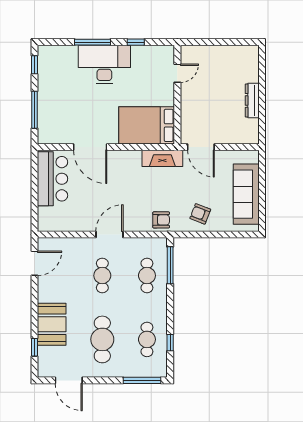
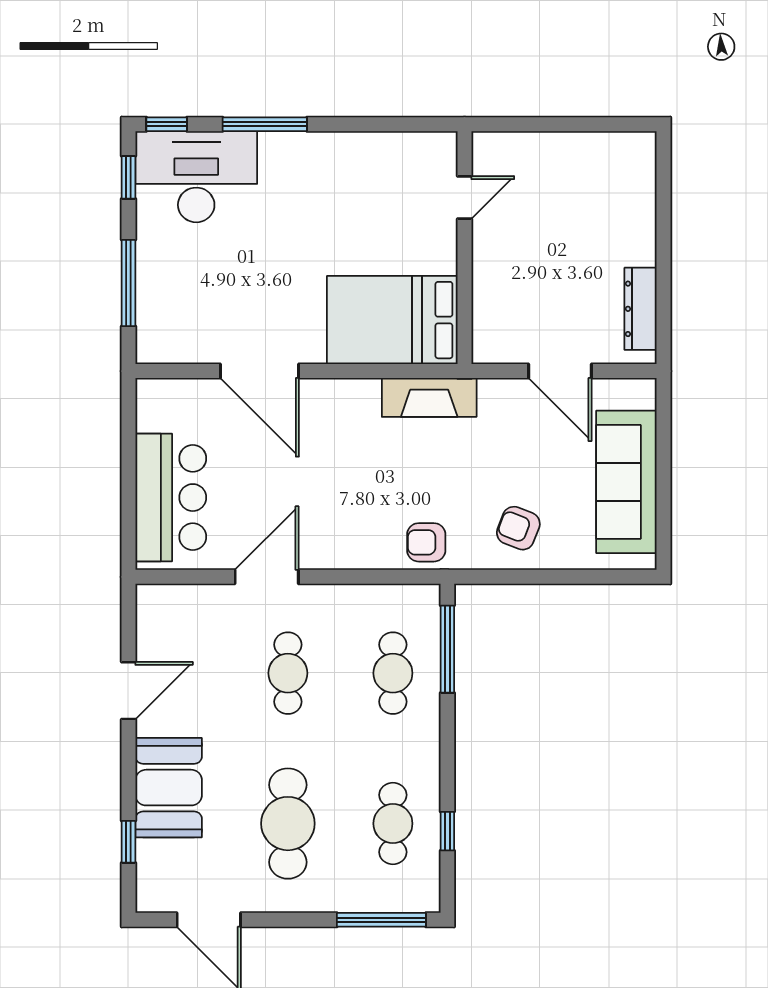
window: (136, 42) -> (167, 124), moved
desk: (104, 64) -> (196, 177), moved
dresser: (252, 100) -> (640, 309), moved
door: (201, 147) -> (560, 371), moved
bar counter: (52, 179) -> (171, 498), moved
armchair: (161, 220) -> (426, 542), turned 180
door: (109, 235) -> (267, 577), moved
door: (34, 263) -> (128, 691), moved

